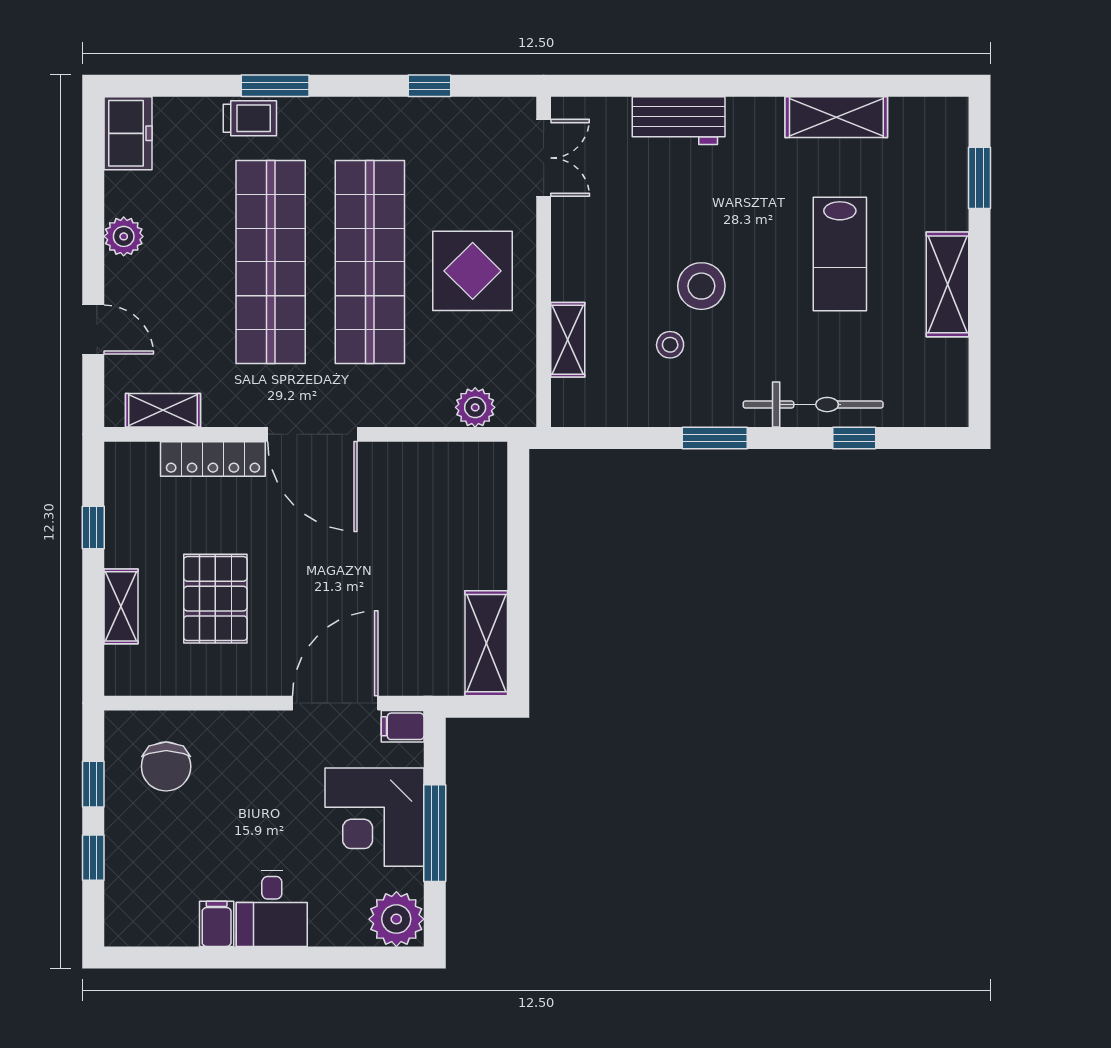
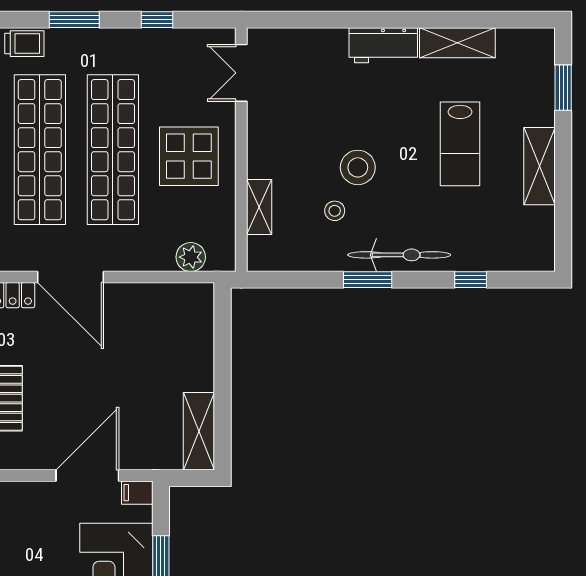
window: (275, 86) -> (74, 20), moved
workbench: (679, 121) -> (383, 45), moved
double door: (544, 158) -> (241, 73), swing flipped
bicycle: (813, 405) -> (399, 255), moved

